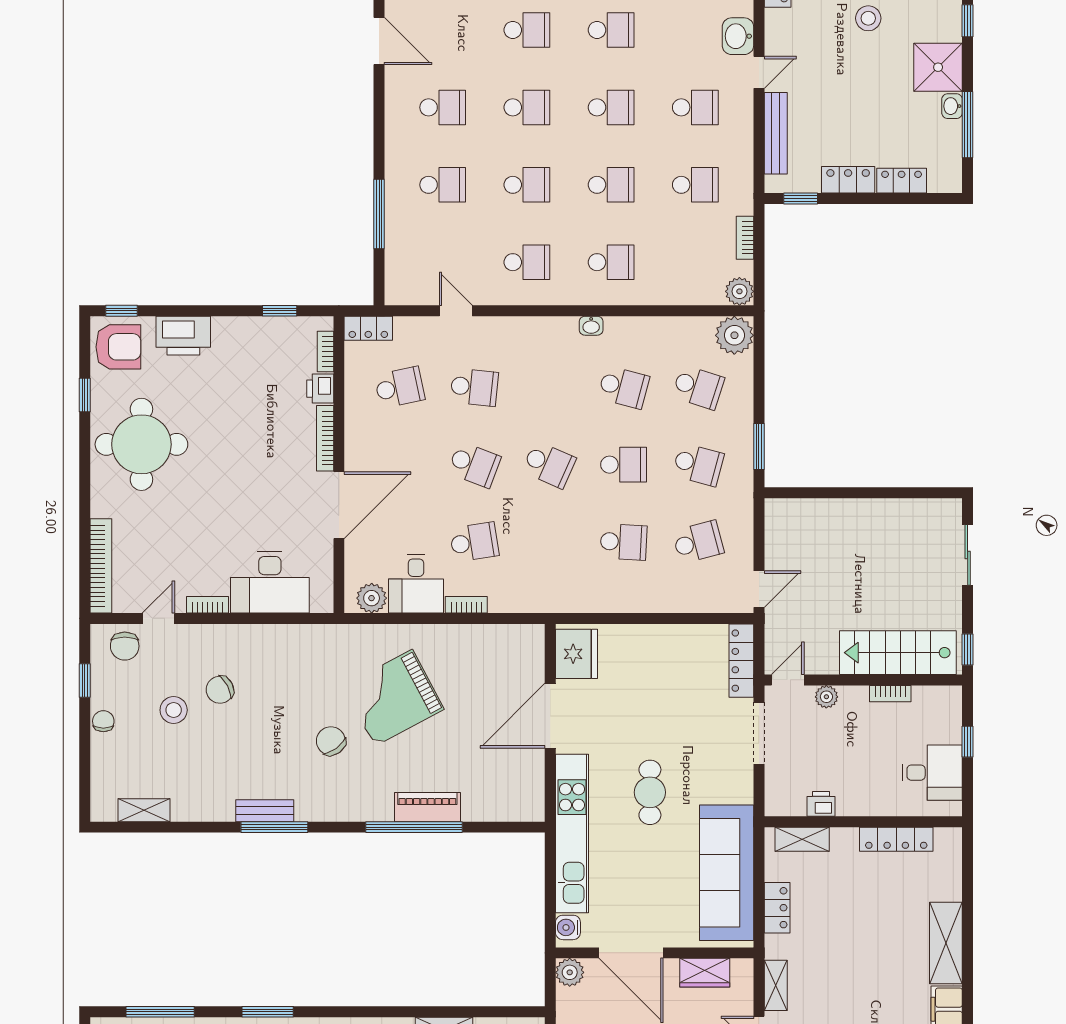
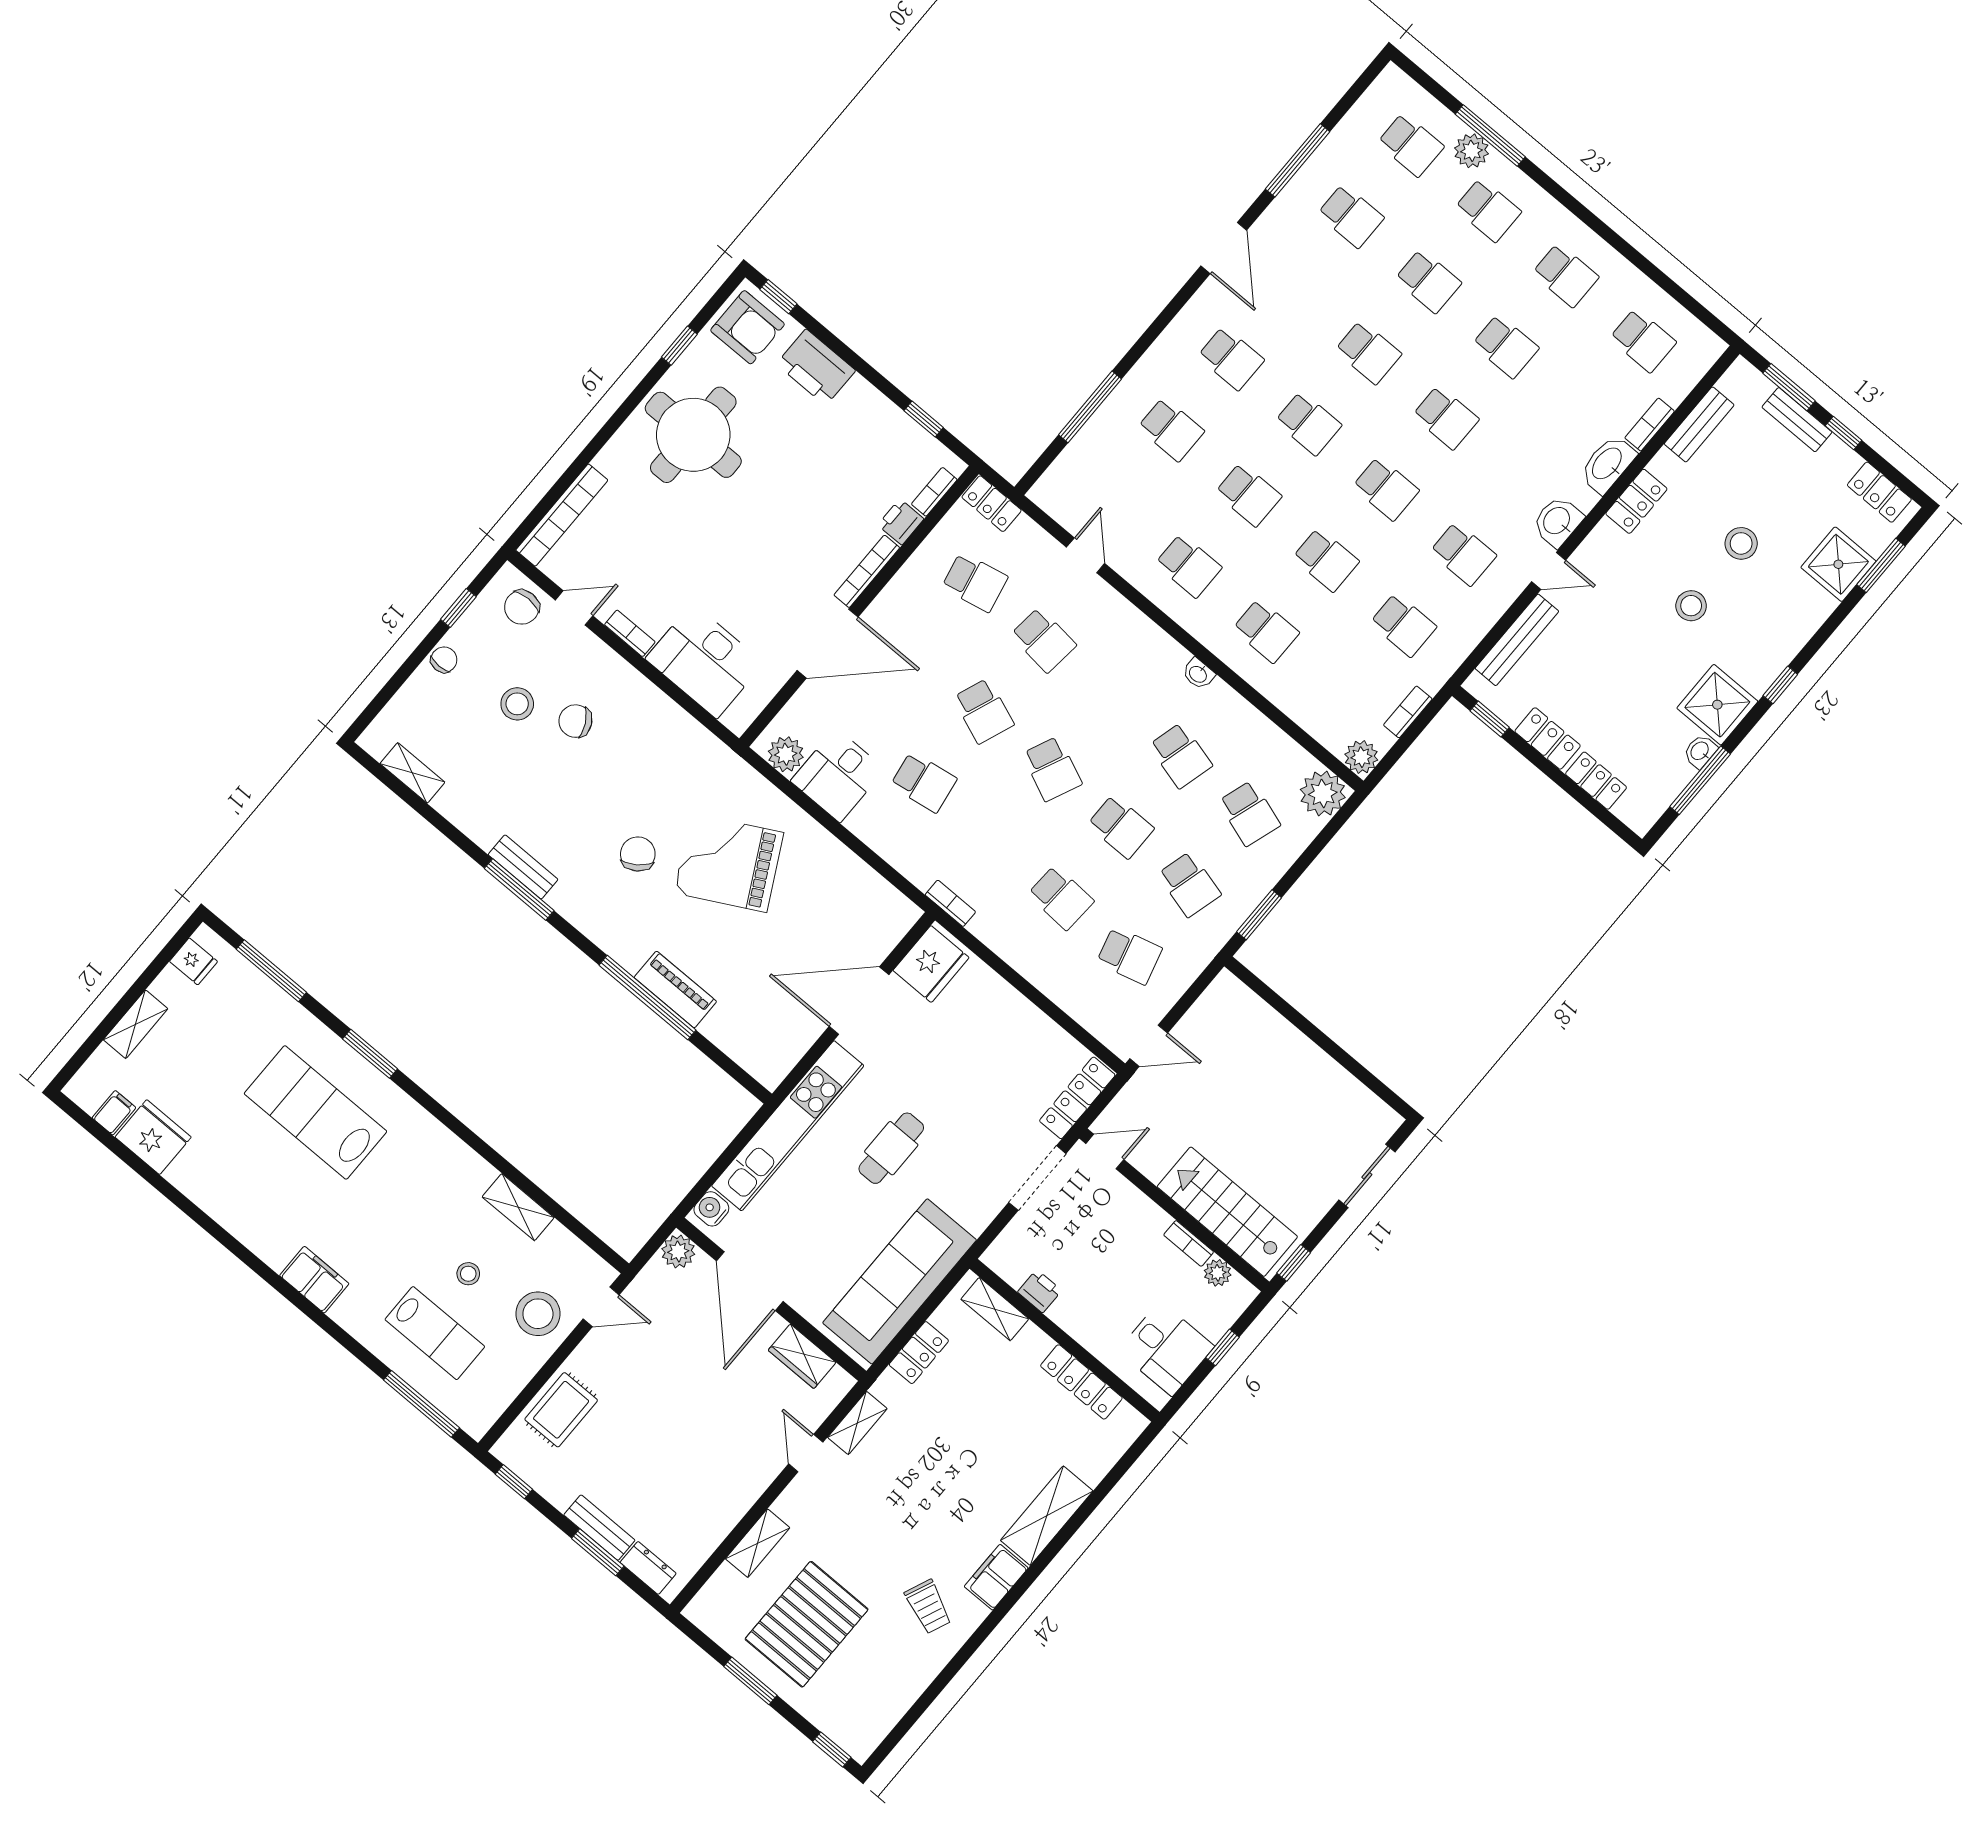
bookcase: (466, 605) -> (950, 903), moved
plant: (826, 697) -> (1218, 1273), moved

